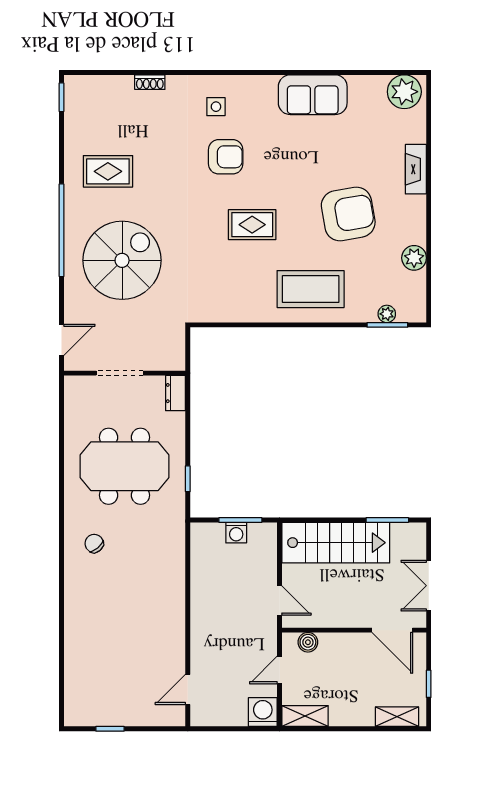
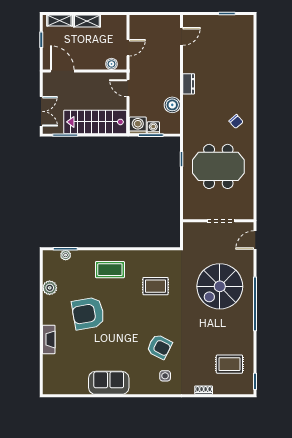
plant: (404, 92) -> (55, 385), removed
armchair: (226, 157) -> (159, 347), turned -153
rug: (108, 171) -> (229, 364), moved
rug: (252, 225) -> (156, 286), moved
coffee table: (311, 289) -> (110, 270), width x0.73, depth x0.76
dresser: (175, 393) -> (189, 84), moved
boiler: (204, 572) -> (172, 105), added
double door: (429, 586) -> (41, 111), moved
washing machine: (263, 712) -> (138, 125), moved, turned 180
shelving: (305, 716) -> (87, 21), moved

